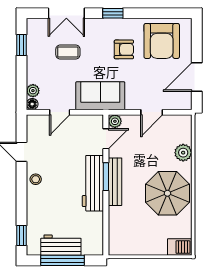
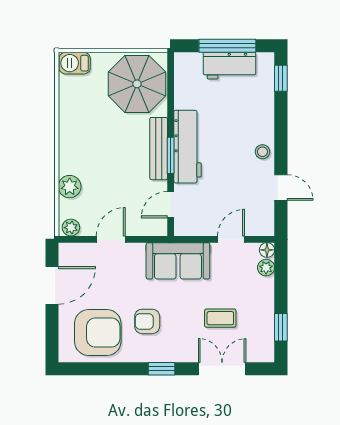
armchair: (162, 41) -> (98, 333), turned 90
plant: (115, 121) -> (71, 228), moved
parasol: (167, 193) -> (137, 84), moved

